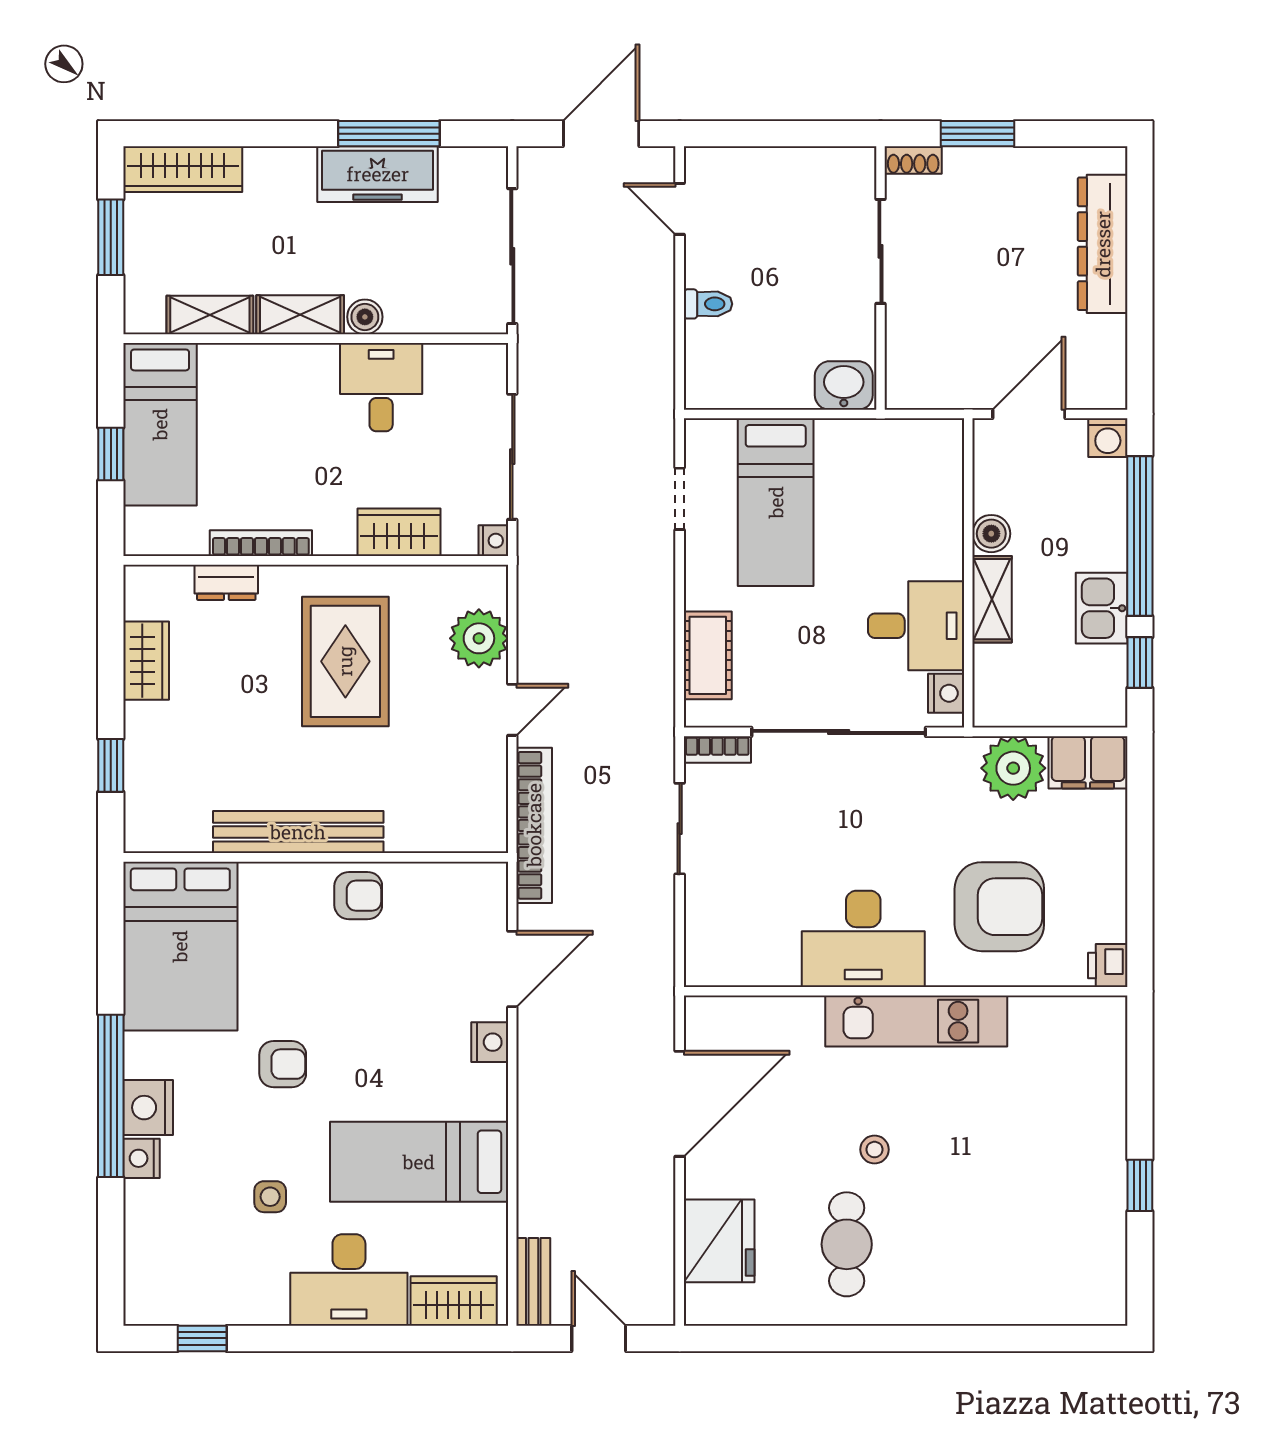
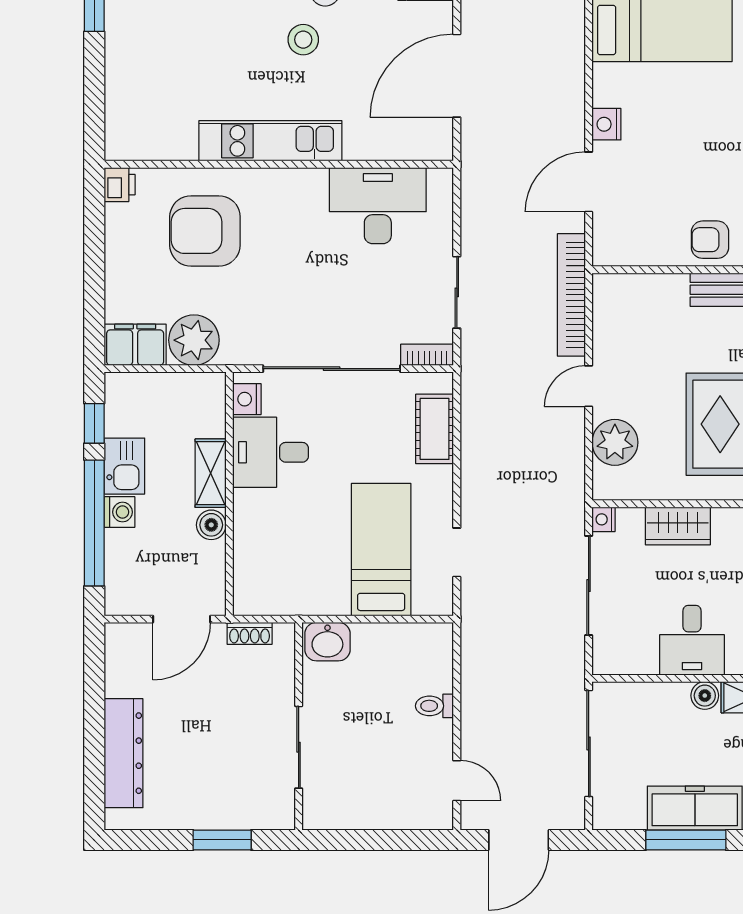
shoe rack: (913, 160) -> (250, 633), moved, turned 180
washing machine: (1108, 438) -> (119, 512), moved, turned 90
desk: (863, 939) -> (378, 206), moved
stool: (875, 1150) -> (303, 40), width x1.37, depth x1.37

